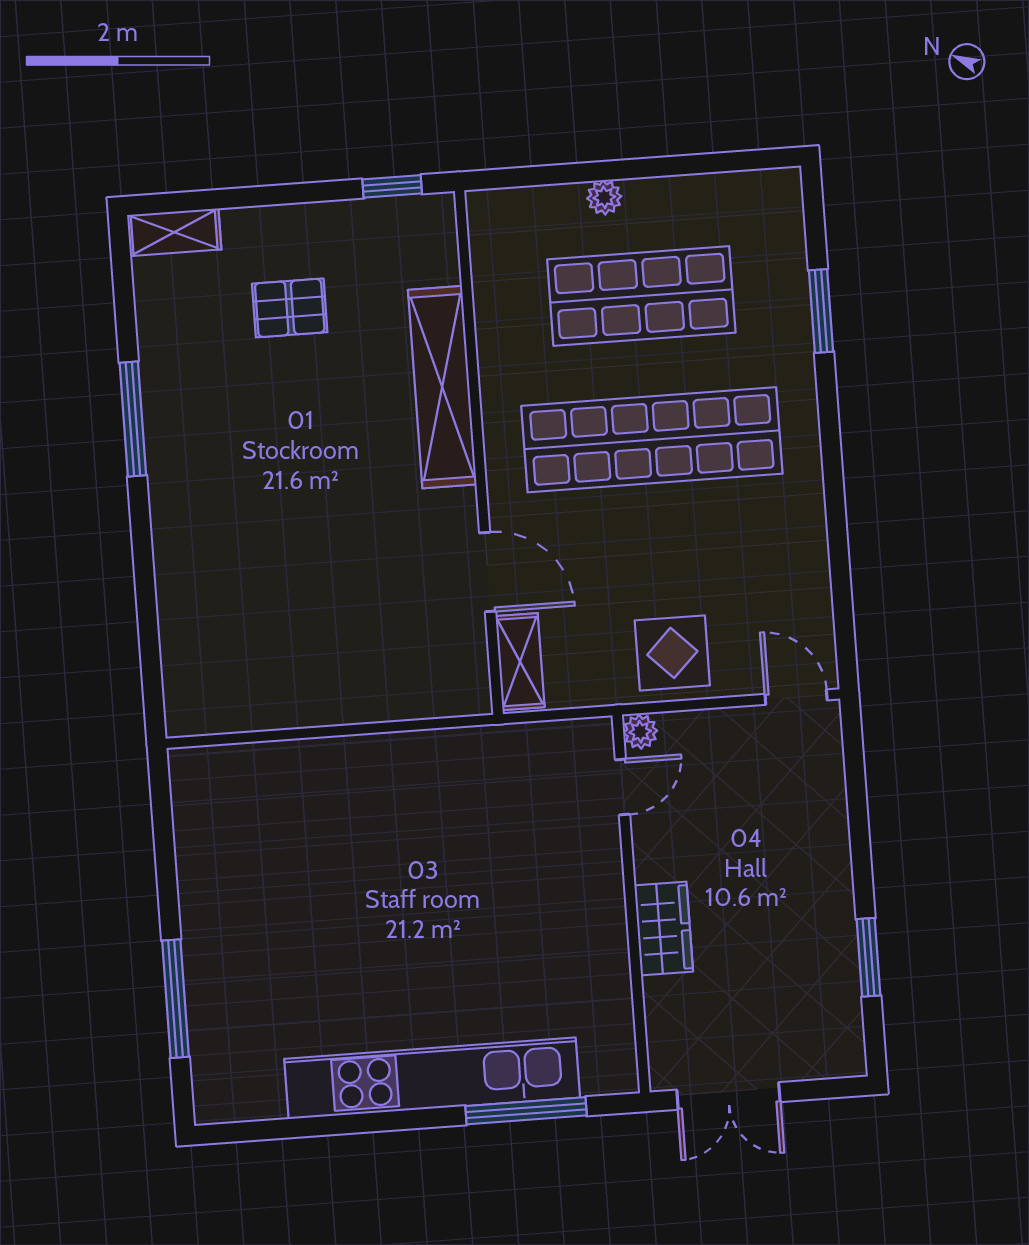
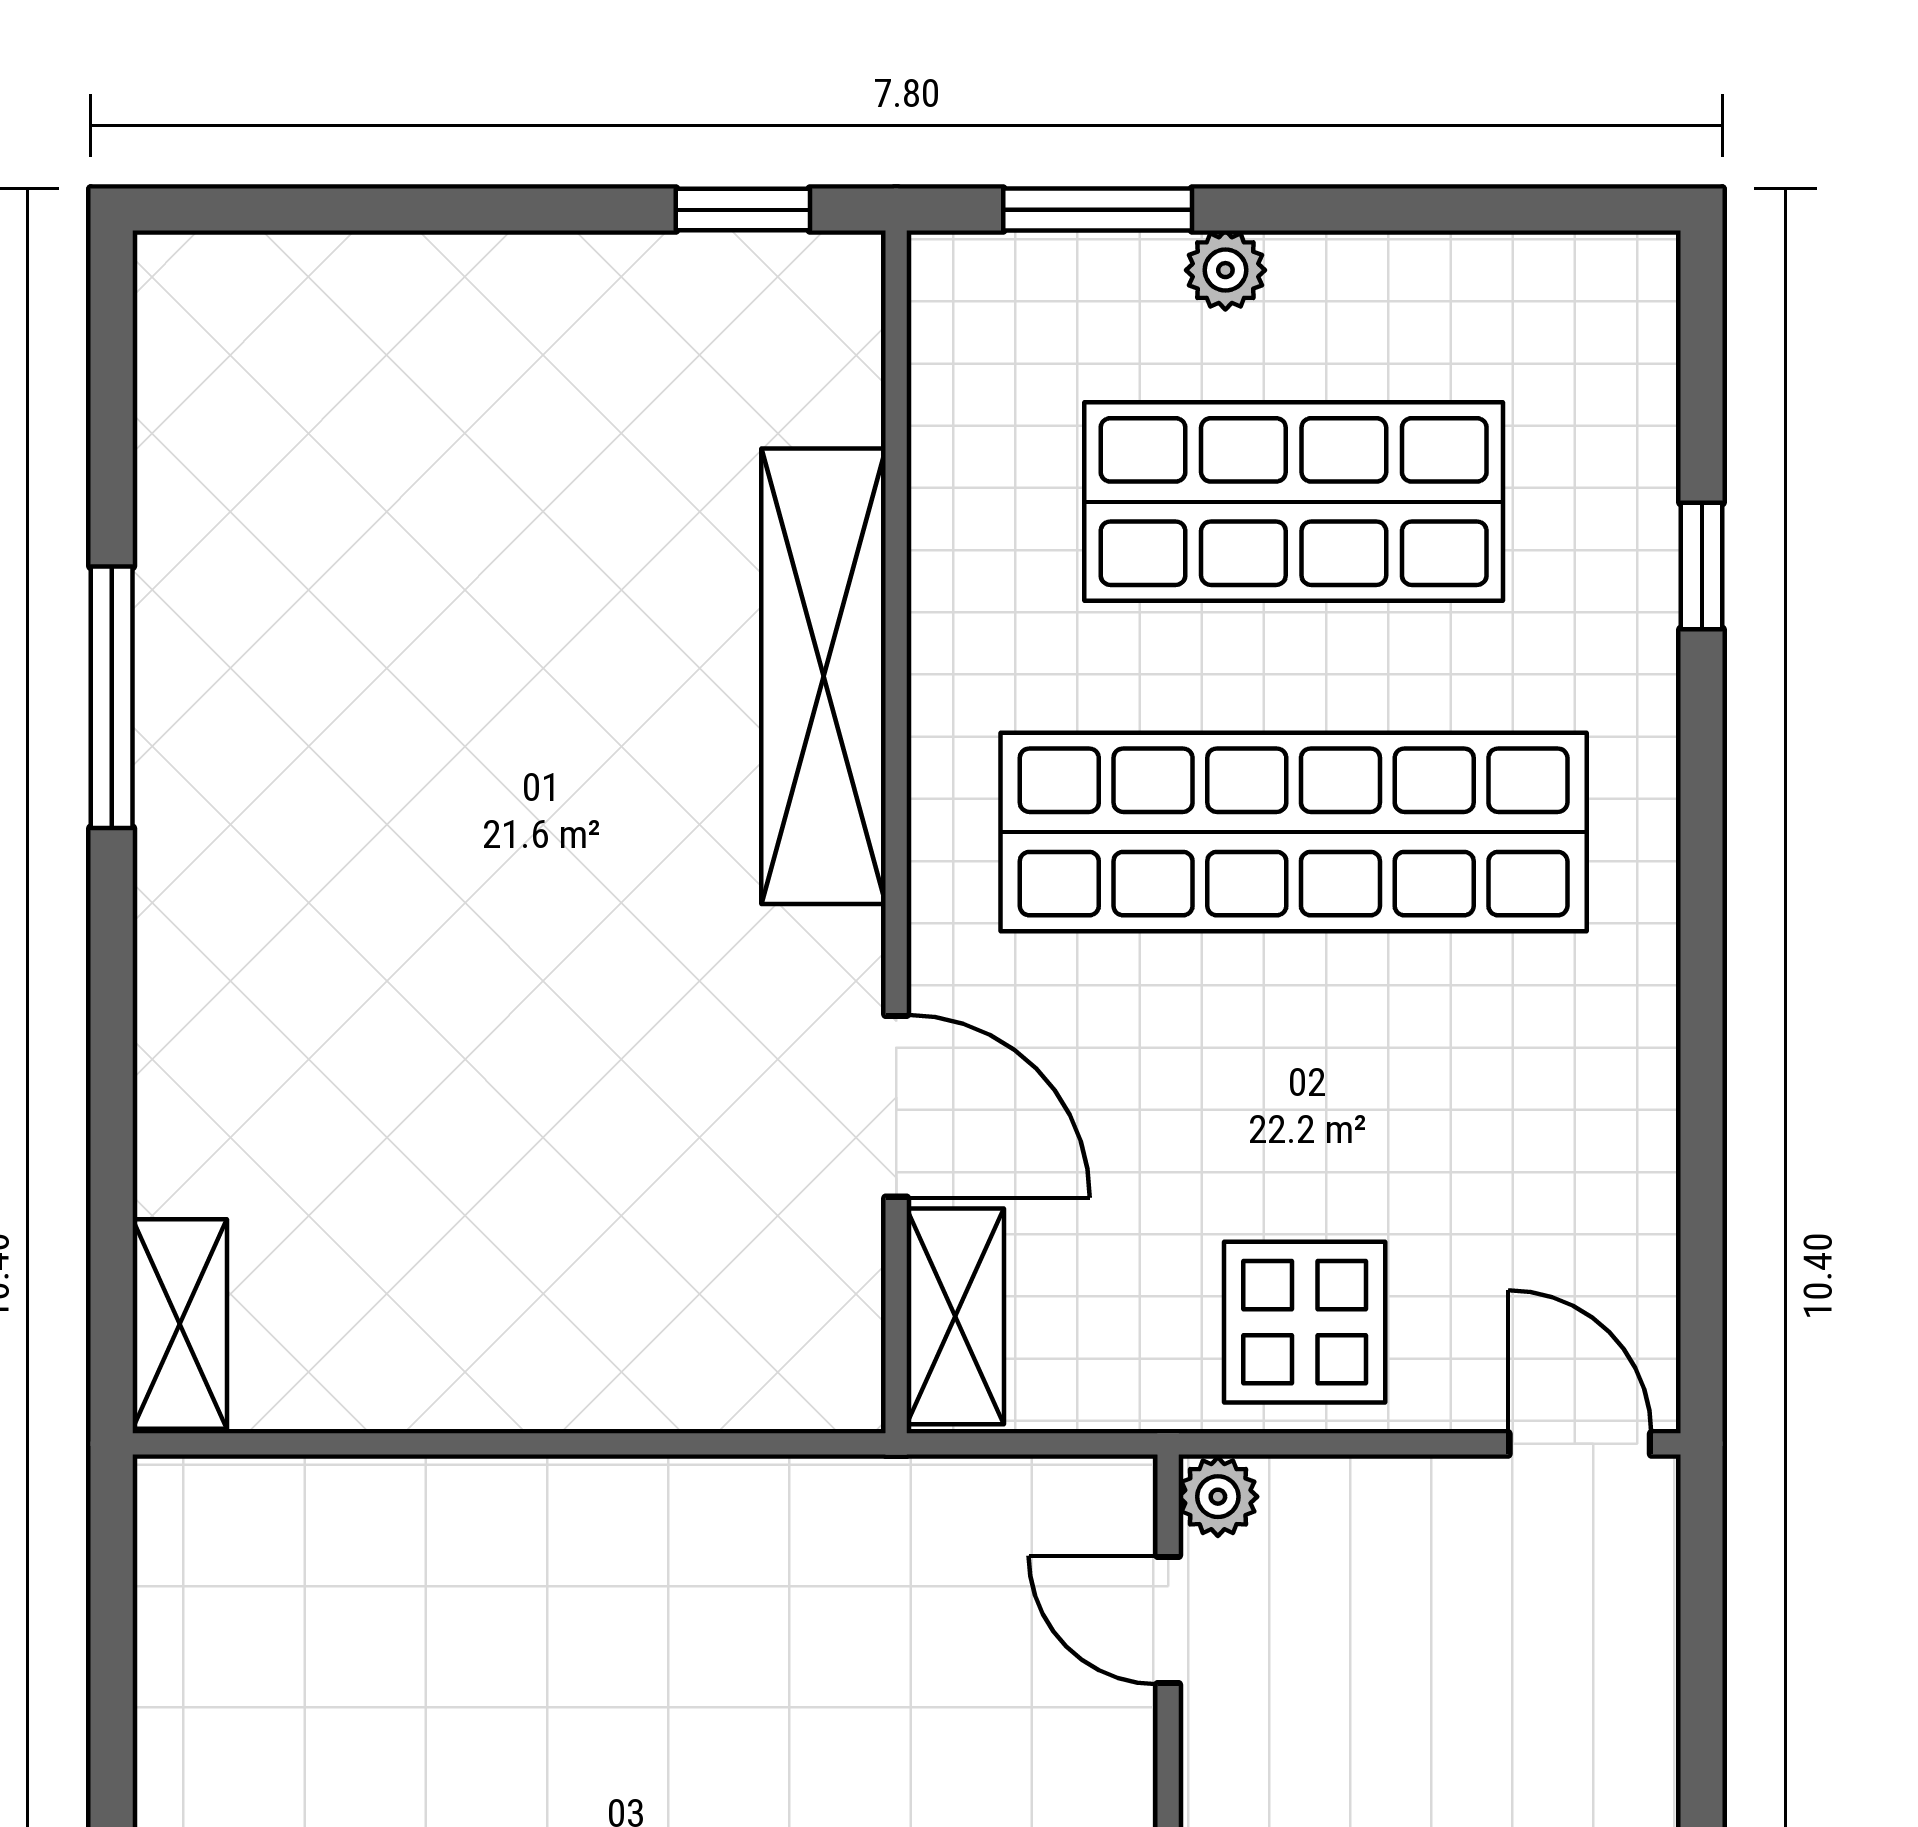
window: (547, 175) -> (1098, 210), added
shelving: (174, 232) -> (180, 1324), moved, turned 90
pallet: (290, 308) -> (488, 470), removed
window: (821, 311) -> (1702, 566), width x0.67
door: (622, 787) -> (1168, 1620), swing flipped

